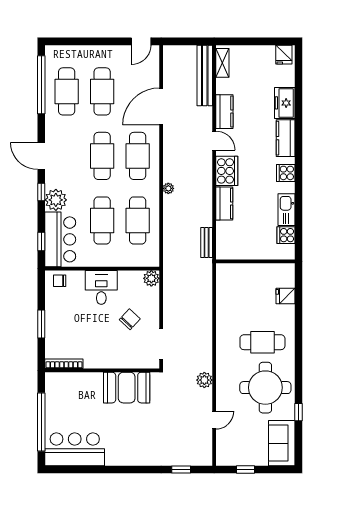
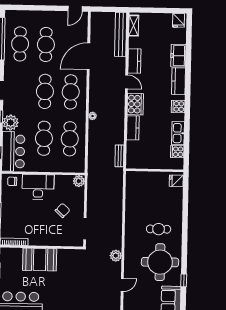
desk: (101, 287) -> (38, 187), width x1.37
fridge: (285, 296) -> (176, 181), moved
cafe table: (262, 342) -> (159, 229), width x0.73, depth x0.74
booth: (127, 388) -> (40, 260), moved

